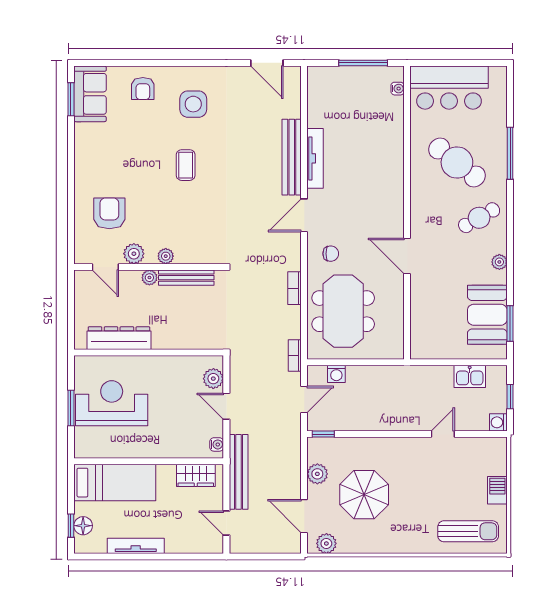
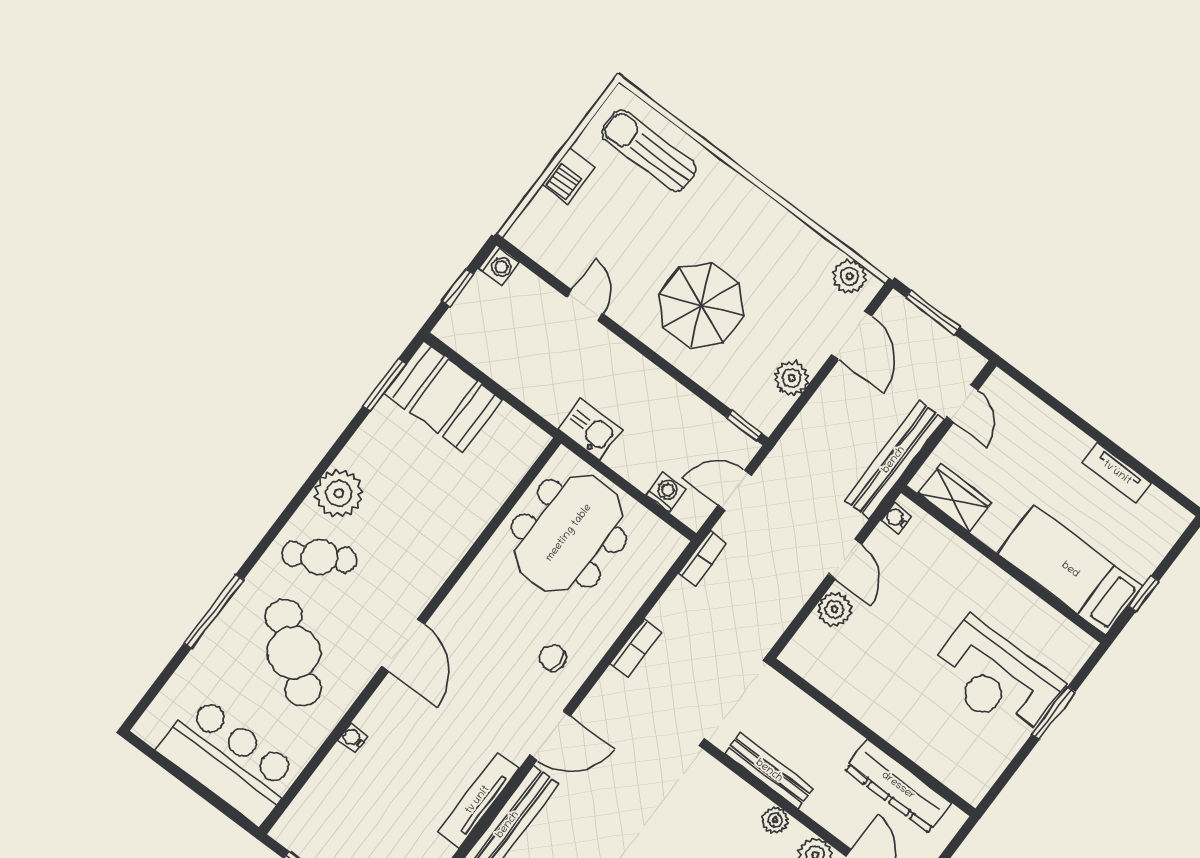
water cooler: (398, 89) -> (353, 738), moved
door: (407, 256) -> (403, 645), moved
plant: (499, 262) -> (339, 493), width x1.87, depth x1.87
plant: (149, 278) -> (818, 808), removed
meeting table: (343, 311) -> (569, 533), moved
booth: (487, 315) -> (443, 396), moved, turned 90
dresser: (119, 338) -> (898, 786), moved
wall: (149, 352) -> (873, 737), moved
kitchen sink: (470, 376) -> (590, 429), moved
door: (443, 434) -> (585, 305), swing flipped
parasol: (364, 495) -> (701, 305), moved
window: (71, 526) -> (1144, 594), moved
floor lamp: (83, 526) -> (1155, 544), removed
tv unit: (136, 546) -> (1117, 473), width x0.71
window: (273, 556) -> (933, 312), added

